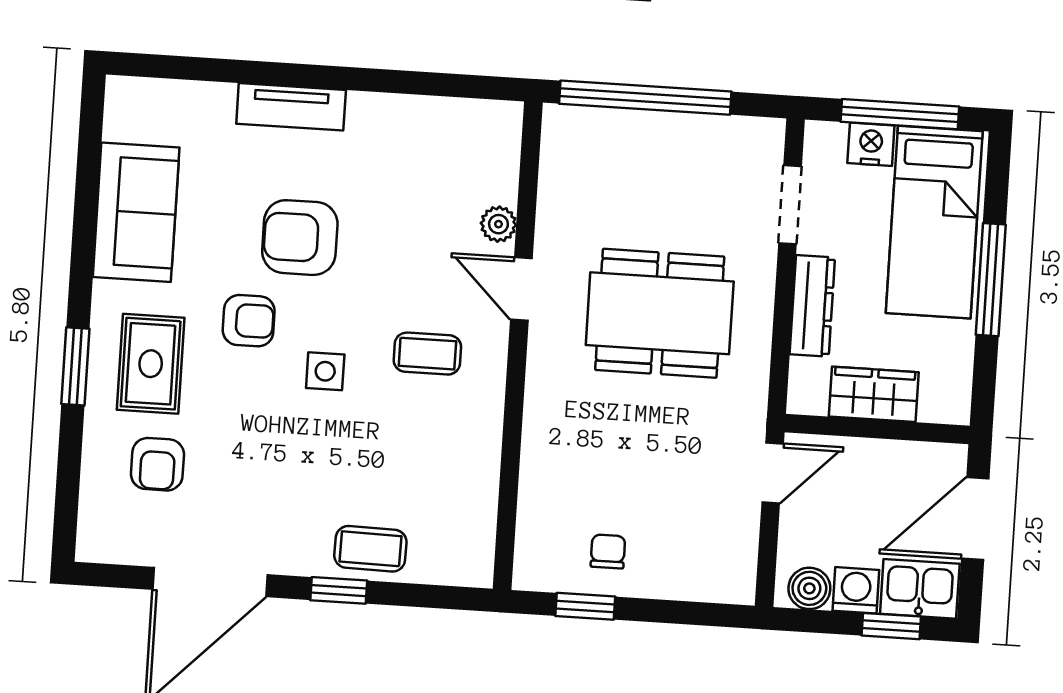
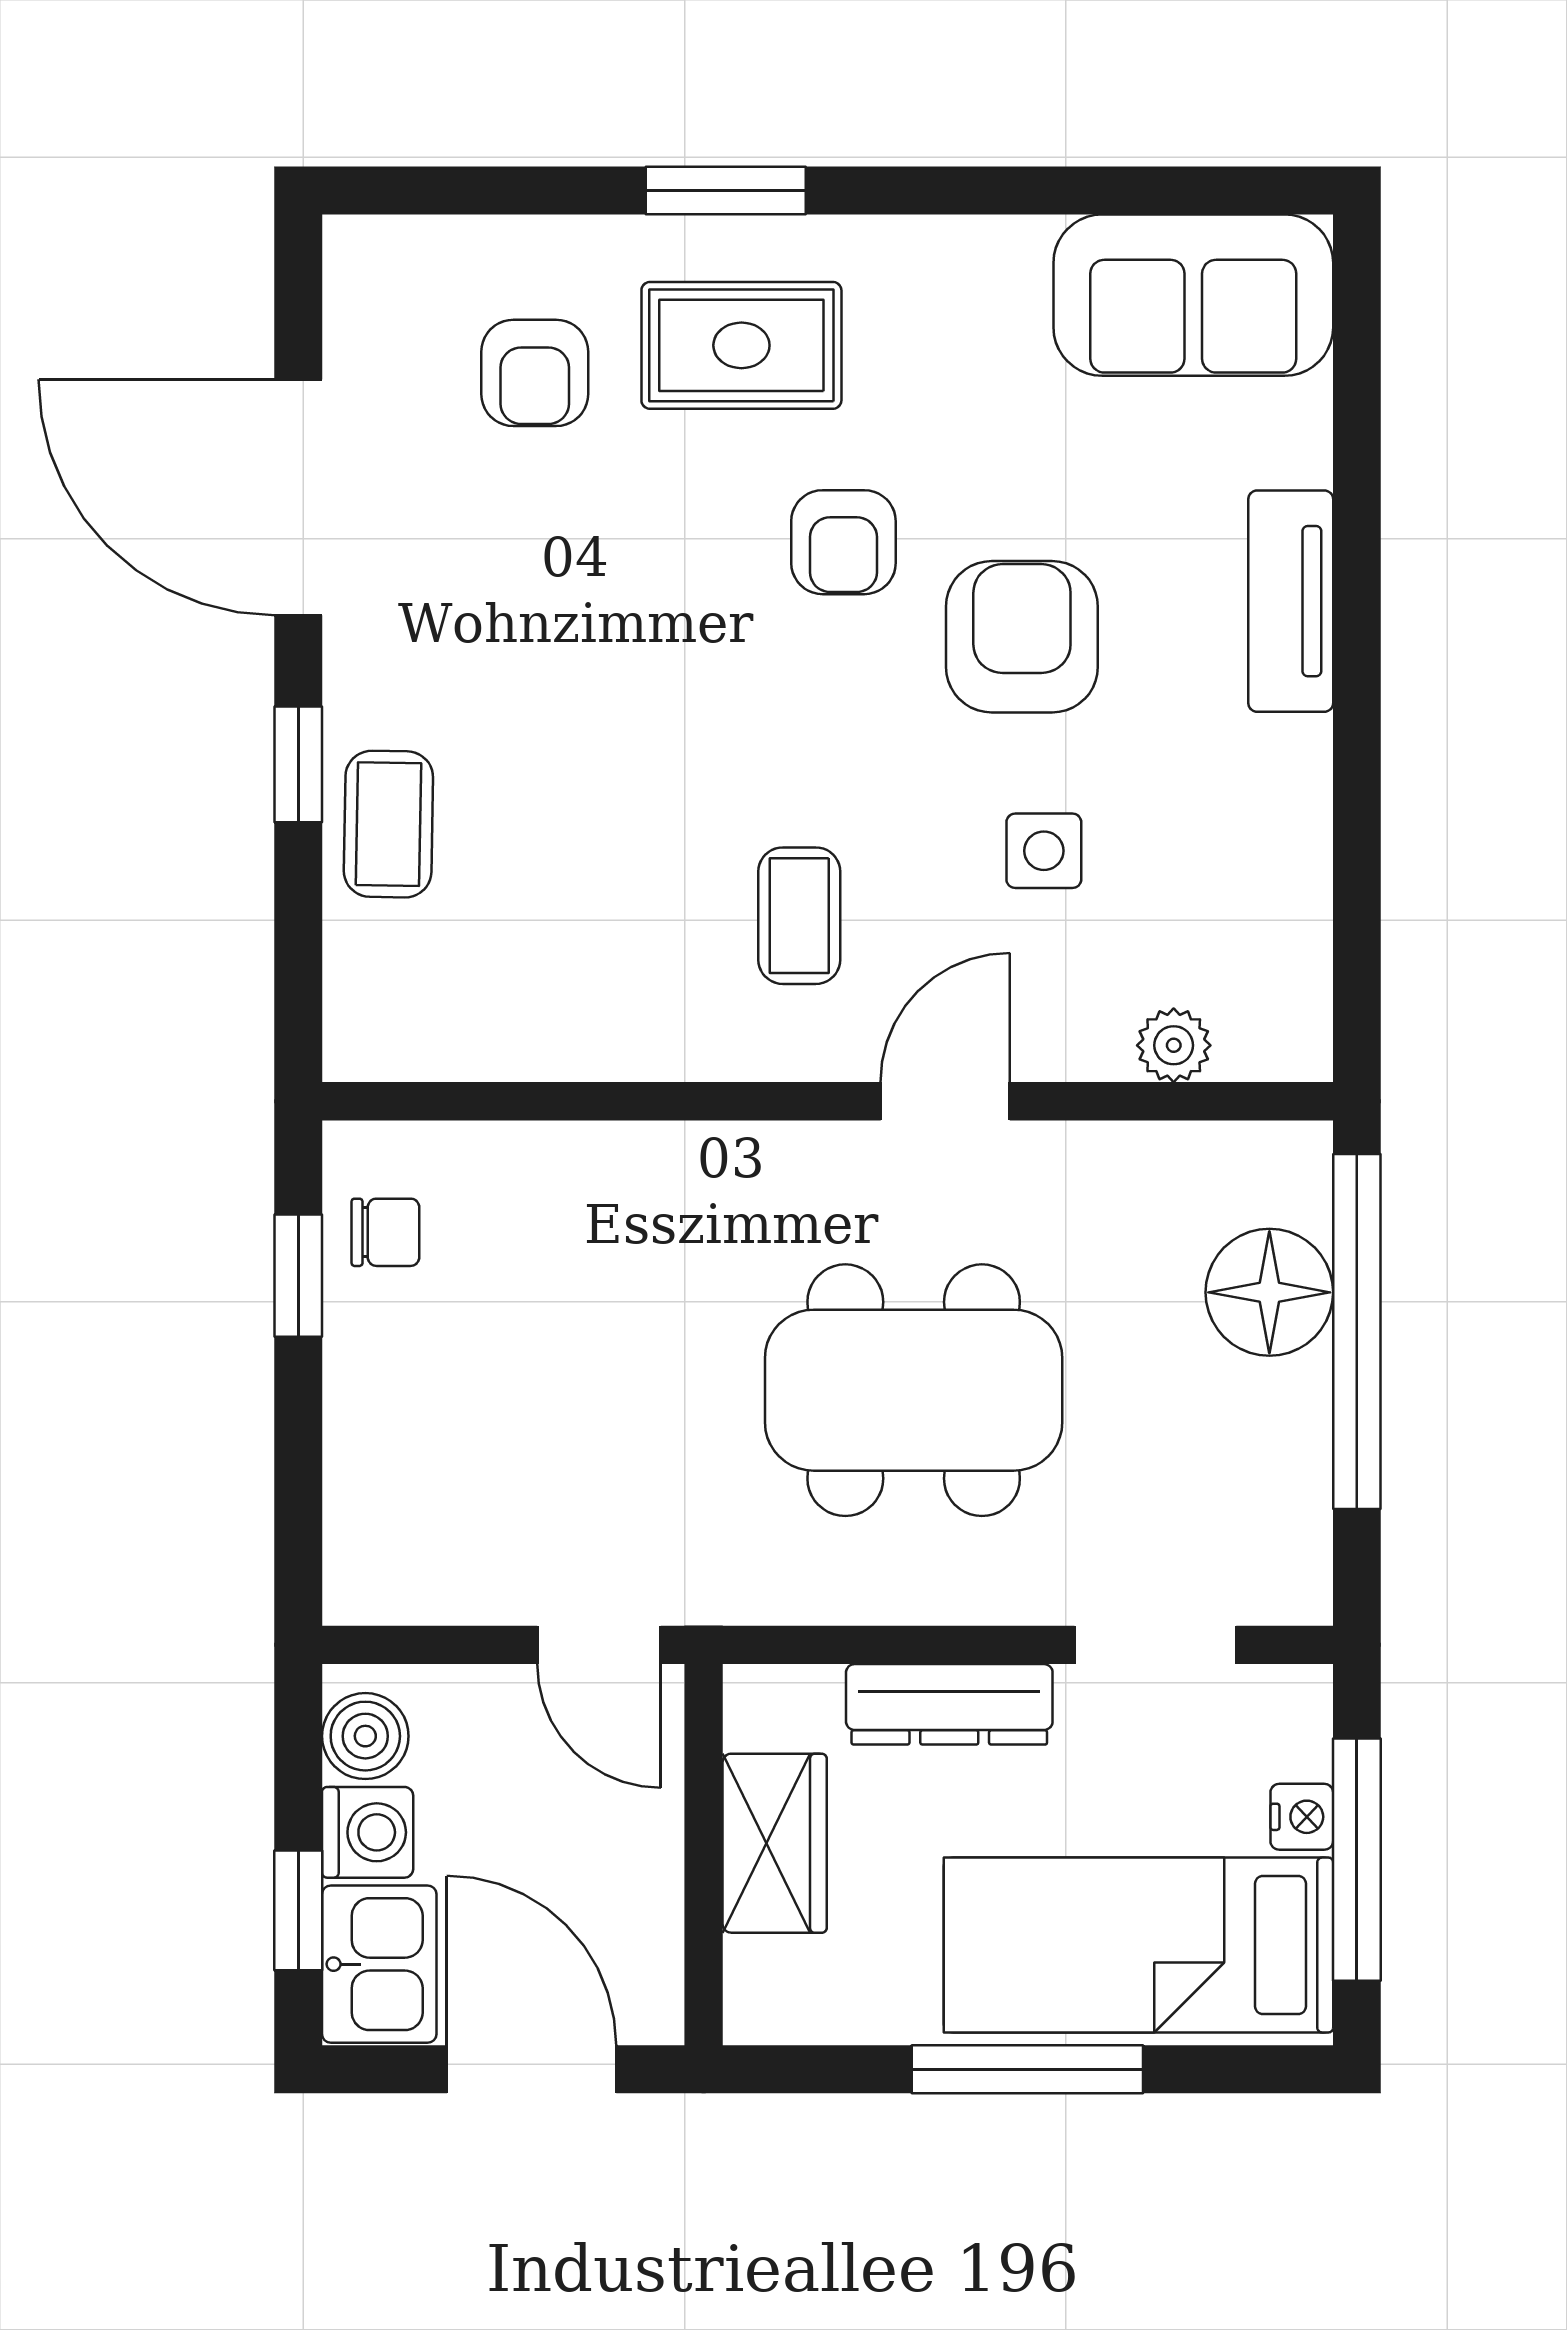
floor lamp: (624, 139) -> (1269, 1292), added
nightstand: (871, 144) -> (1302, 1817), width x0.72, depth x0.74
sofa: (136, 212) -> (1193, 295), moved
plant: (498, 224) -> (1174, 1045), moved
dining table: (660, 313) -> (914, 1390), turned 90
side table: (325, 371) -> (1044, 851), moved
armchair: (157, 464) -> (535, 373), turned -90
chair: (608, 551) -> (385, 1232), moved

